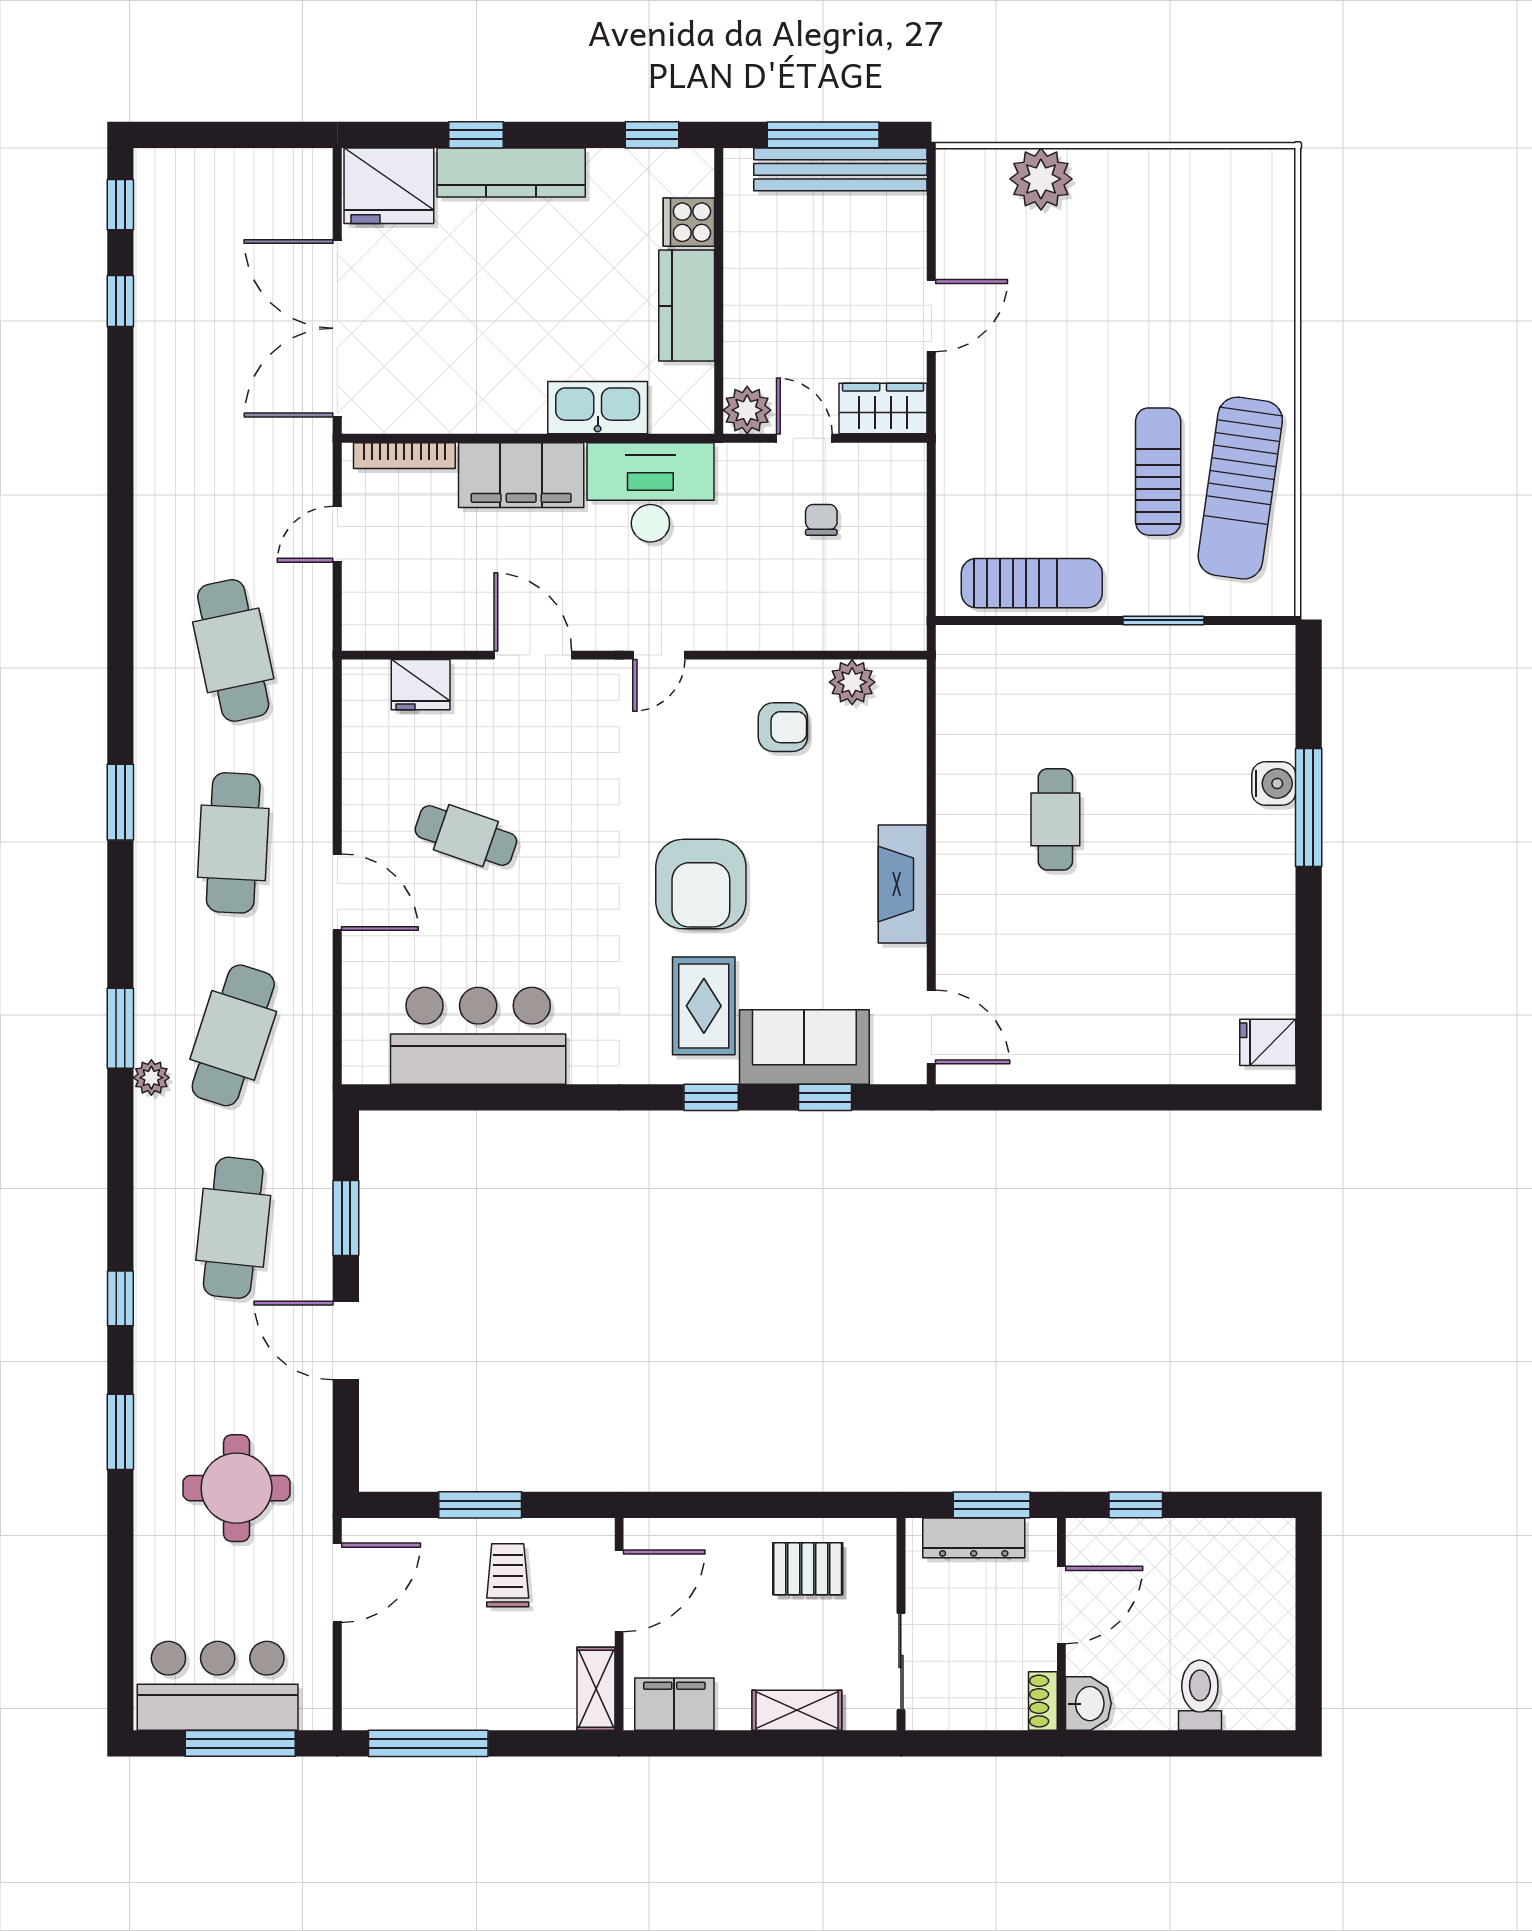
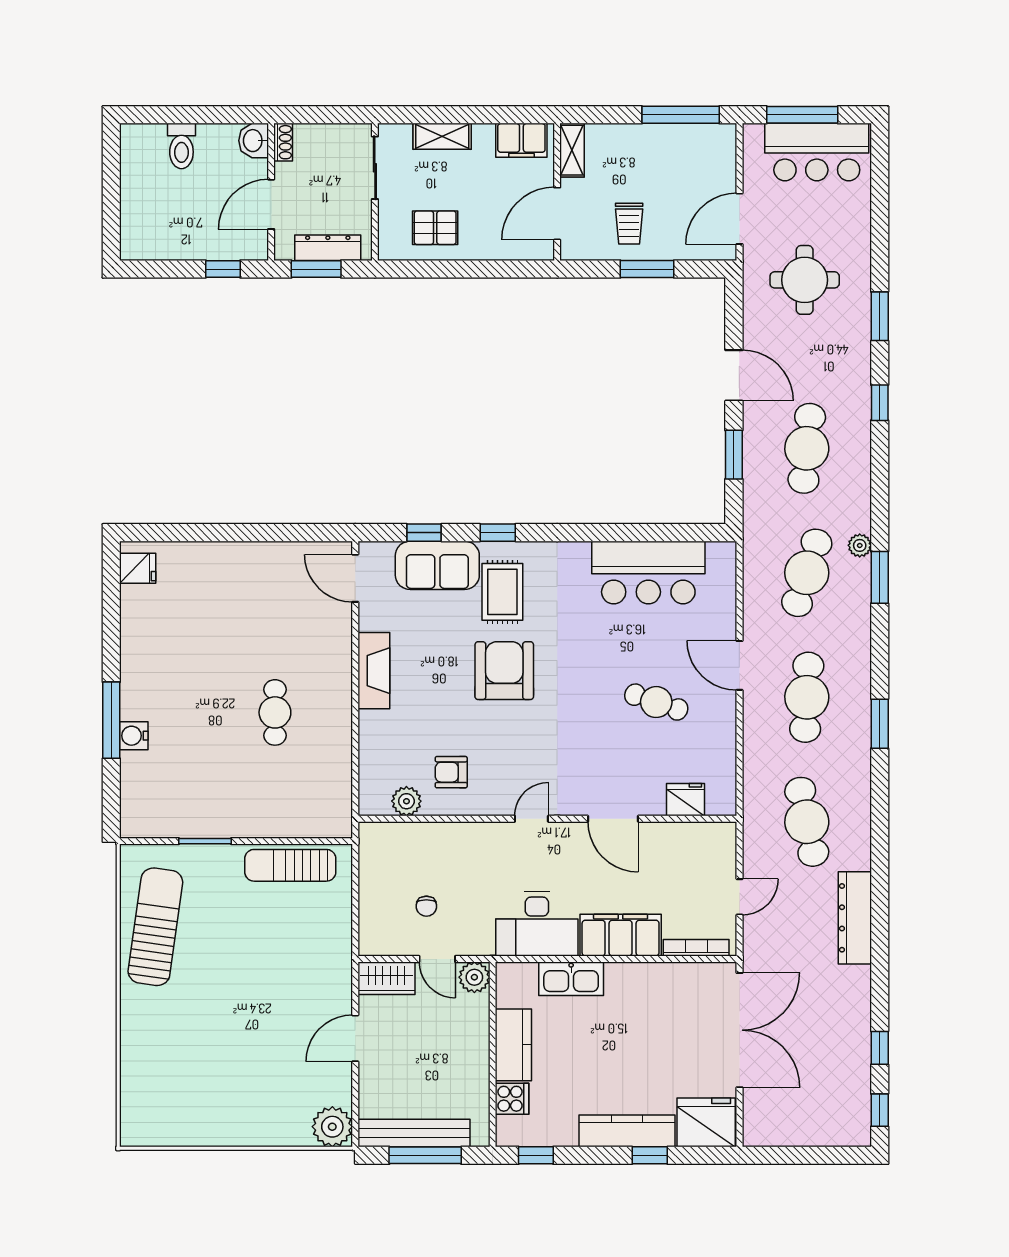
plant: (1041, 179) -> (332, 1127), moved
sun lounger: (1158, 472) -> (209, 937), removed
dresser: (159, 502) -> (855, 918), added

